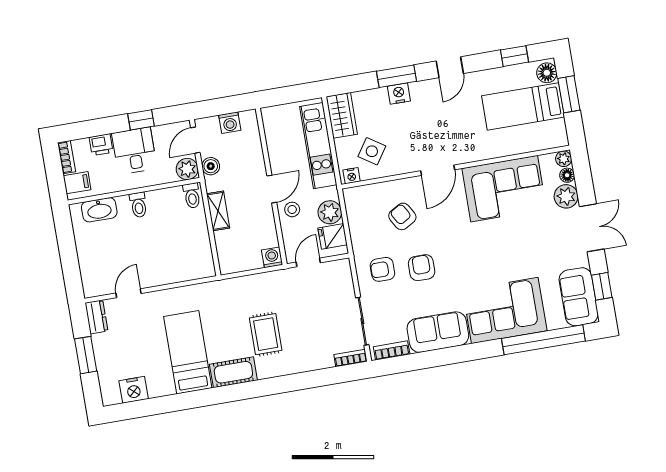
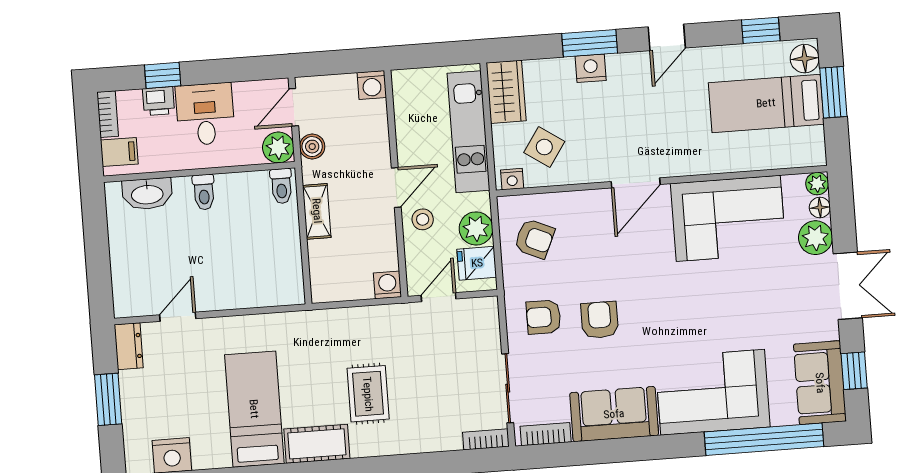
window: (141, 120) -> (163, 75), moved
washing machine: (230, 123) -> (372, 85), moved
armchair: (402, 216) -> (534, 239), moved, turned 144

